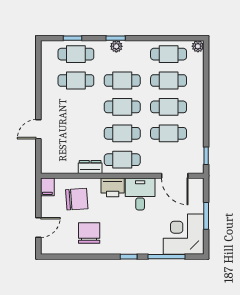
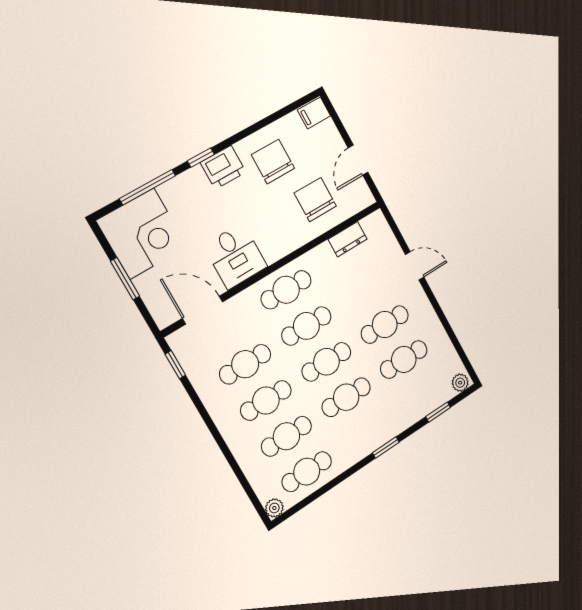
plant: (116, 46) -> (460, 383), moved
cafe table: (76, 54) -> (385, 325), moved
door: (38, 129) -> (415, 266), hinge flipped
dresser: (90, 167) -> (348, 239), moved
filing cabinet: (47, 187) -> (314, 113), moved, turned -90
printer: (113, 187) -> (223, 167), moved, turned 180
chair: (77, 199) -> (315, 200), turned 94
door: (38, 227) -> (358, 160), moved
chair: (89, 233) -> (273, 162), turned 180

